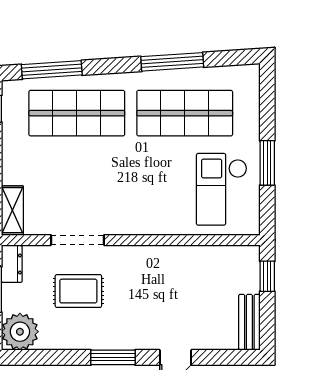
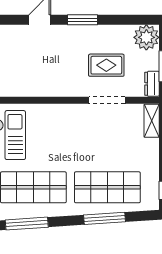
window: (172, 62) -> (27, 224), moved
window: (52, 70) -> (105, 218), moved

